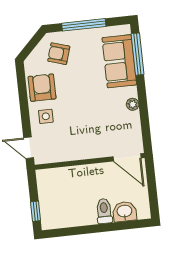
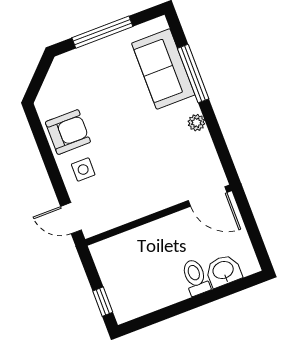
armchair: (59, 54) -> (79, 80), removed
window: (137, 54) -> (193, 74), moved
armchair: (42, 88) -> (68, 132), turned 90

